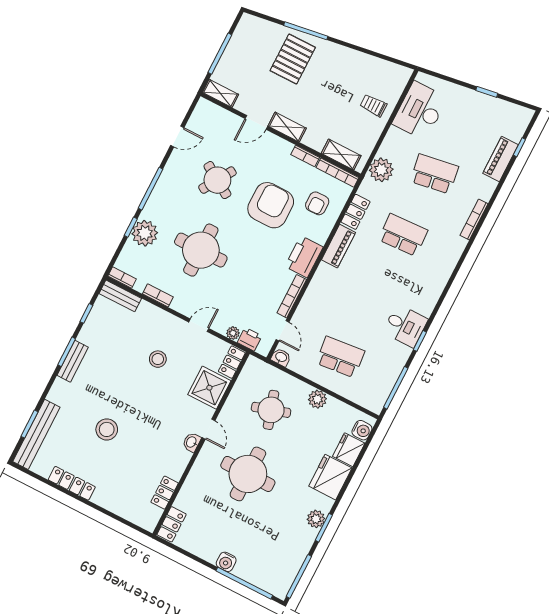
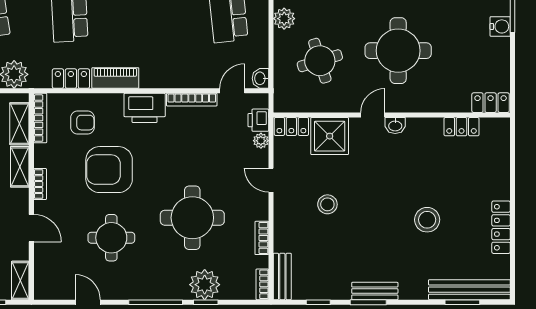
shelving: (287, 127) -> (20, 167), moved
bookcase: (305, 156) -> (40, 184), moved
round table: (217, 180) -> (111, 238), turned -32

